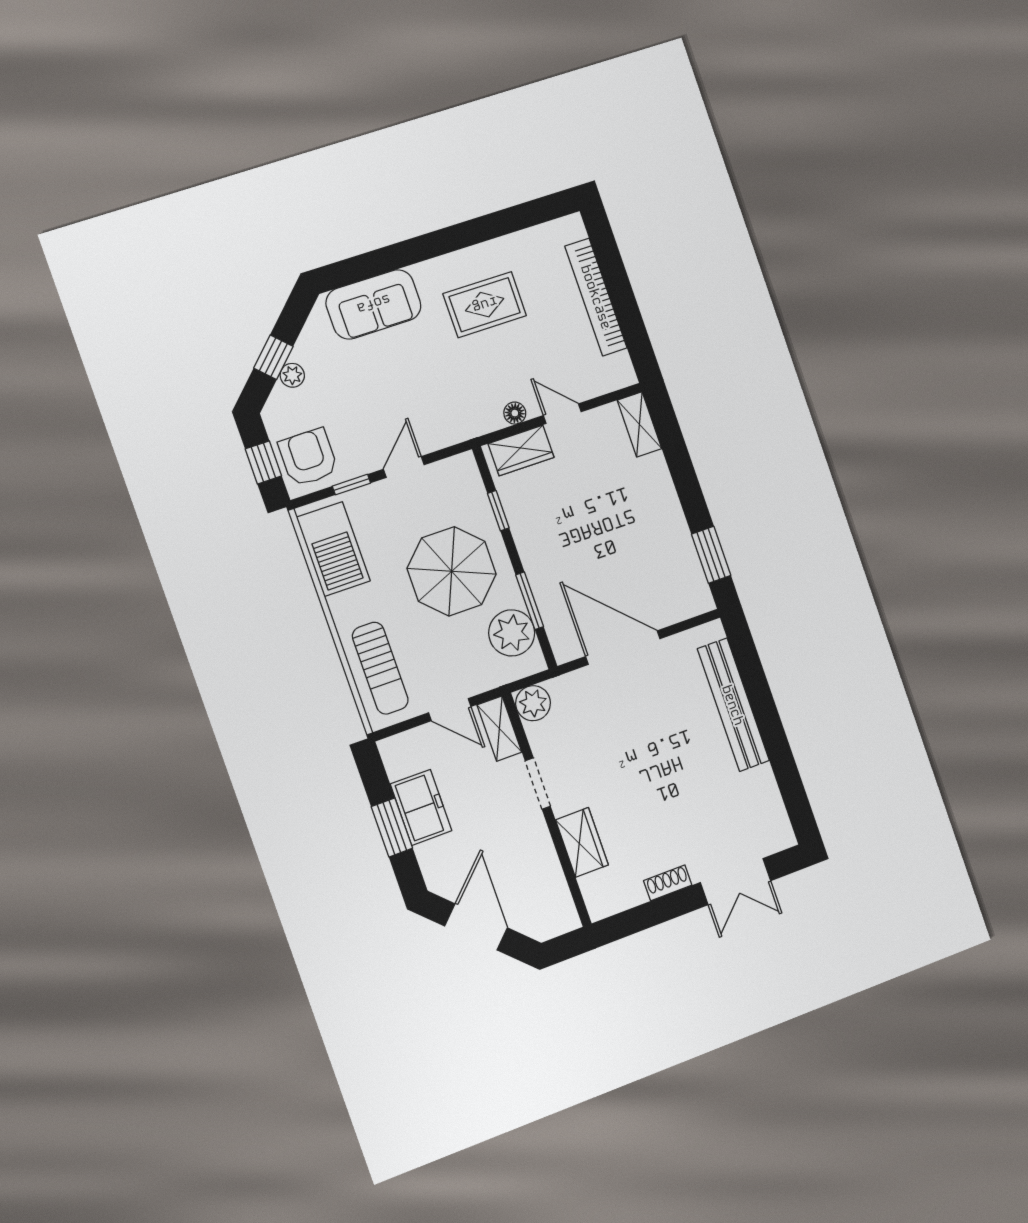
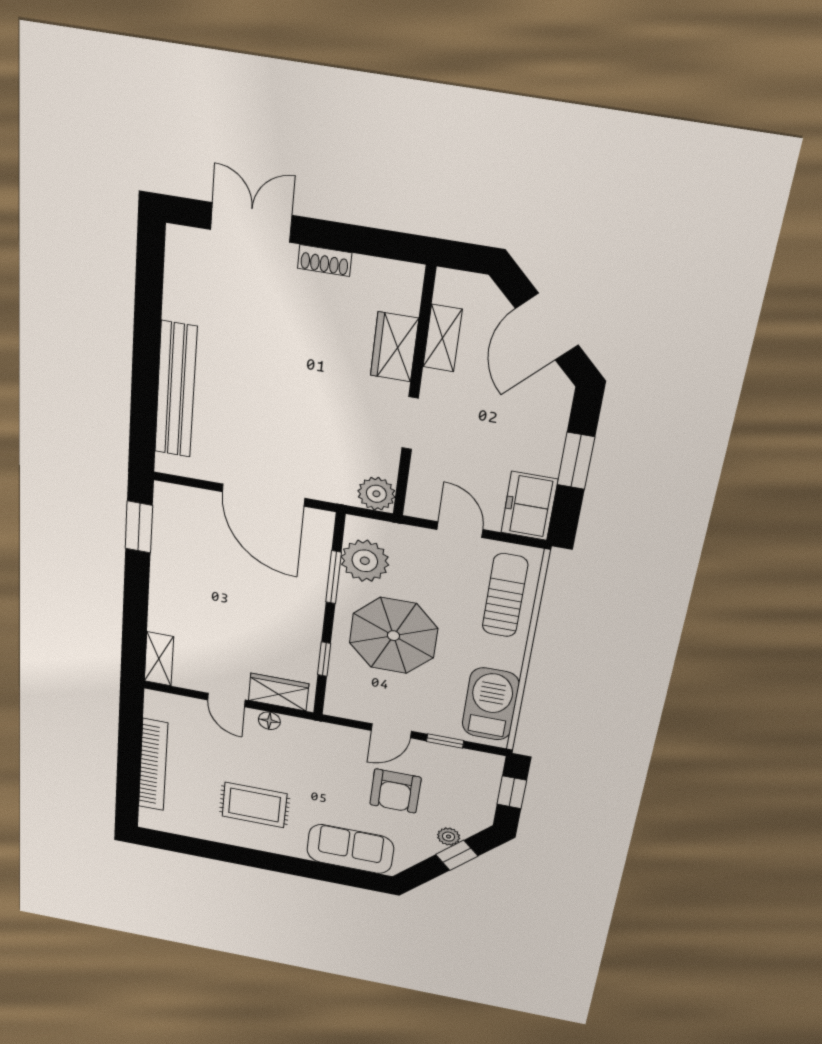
armchair: (308, 457) -> (395, 791), moved
shelving: (499, 728) -> (443, 338), moved
freezer: (421, 807) -> (529, 506), moved

